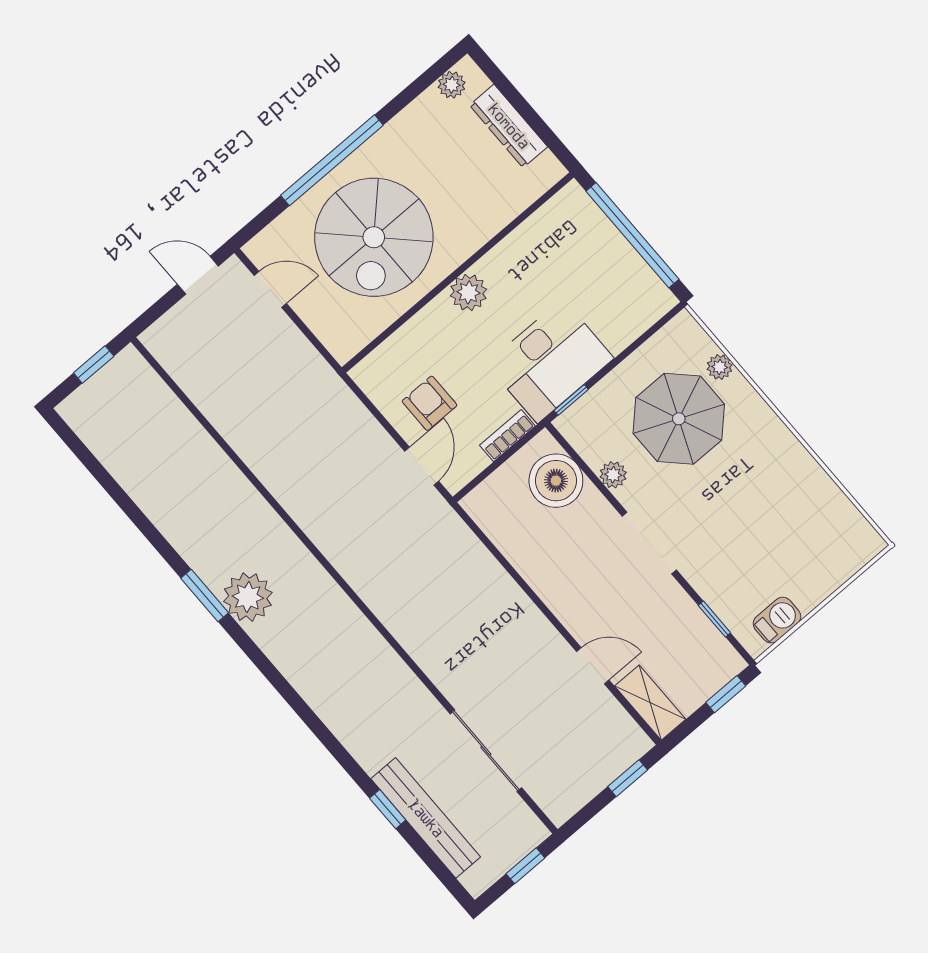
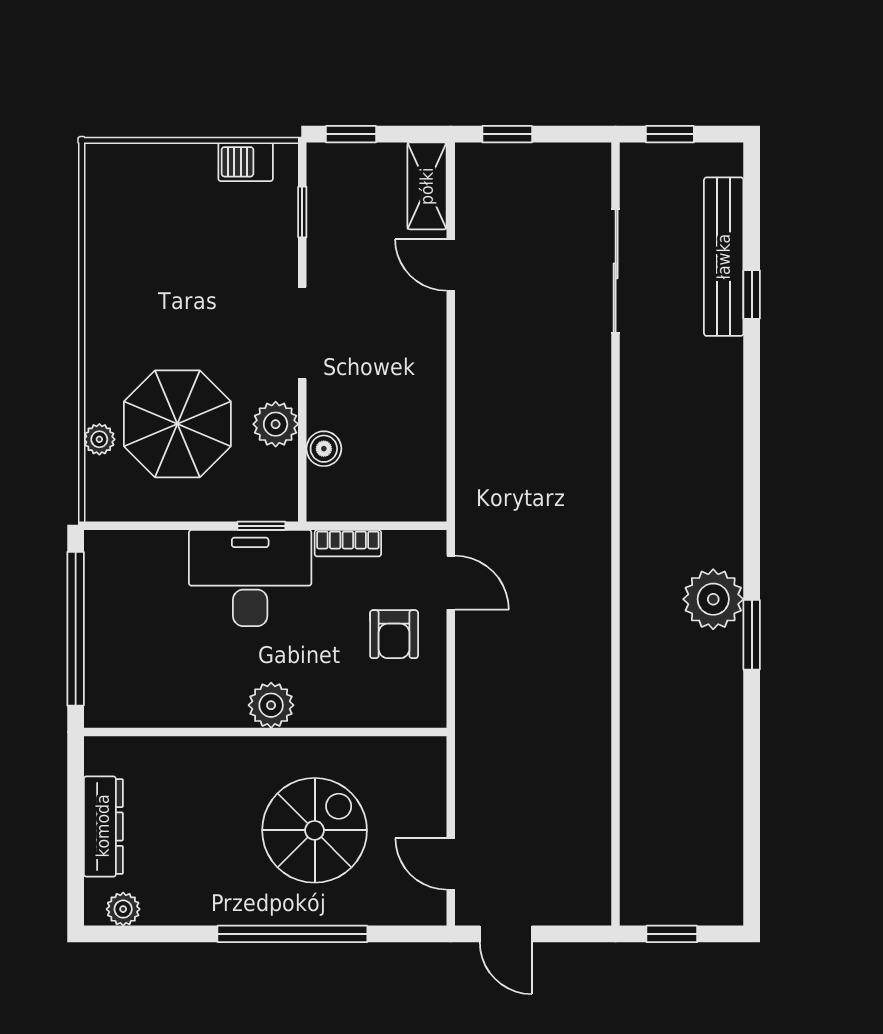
spiral stairs: (374, 237) -> (315, 830), width x0.73, depth x0.73
door: (422, 466) -> (451, 583), swing flipped
plant: (613, 475) -> (276, 424), width x1.38, depth x1.38
boiler: (556, 481) -> (324, 449), width x0.54, depth x0.54

